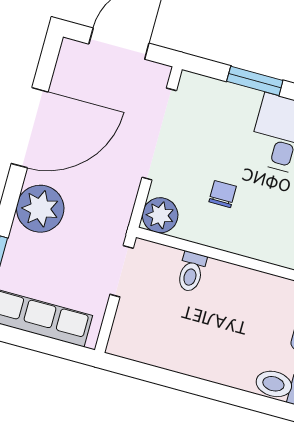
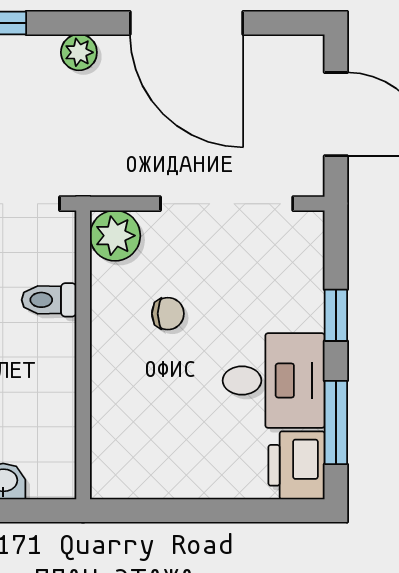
window: (255, 81) -> (336, 315), width x0.67
plant: (40, 209) -> (79, 52), width x0.53, depth x0.53

